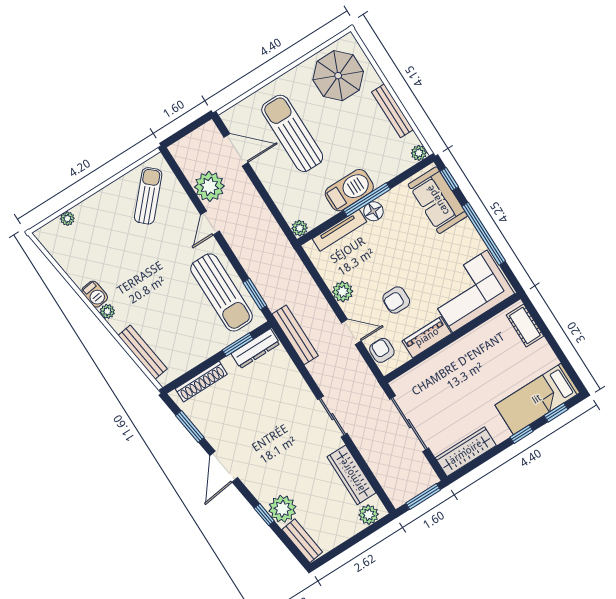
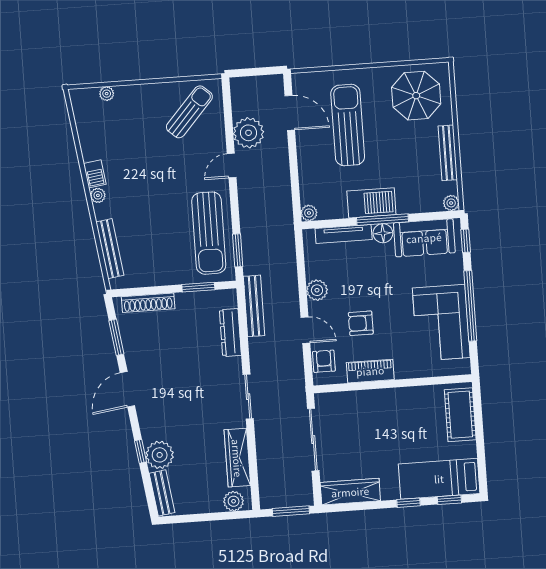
sofa: (438, 200) -> (424, 238), moved, turned -90
corner sofa: (470, 291) -> (441, 323), moved, turned -90
cot: (525, 325) -> (460, 415), width x1.37, depth x1.34
dresser: (256, 349) -> (230, 333), moved, turned 90

